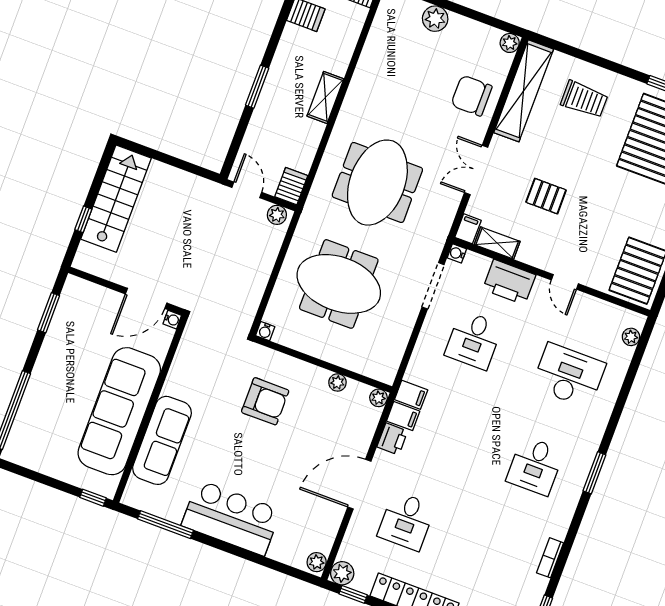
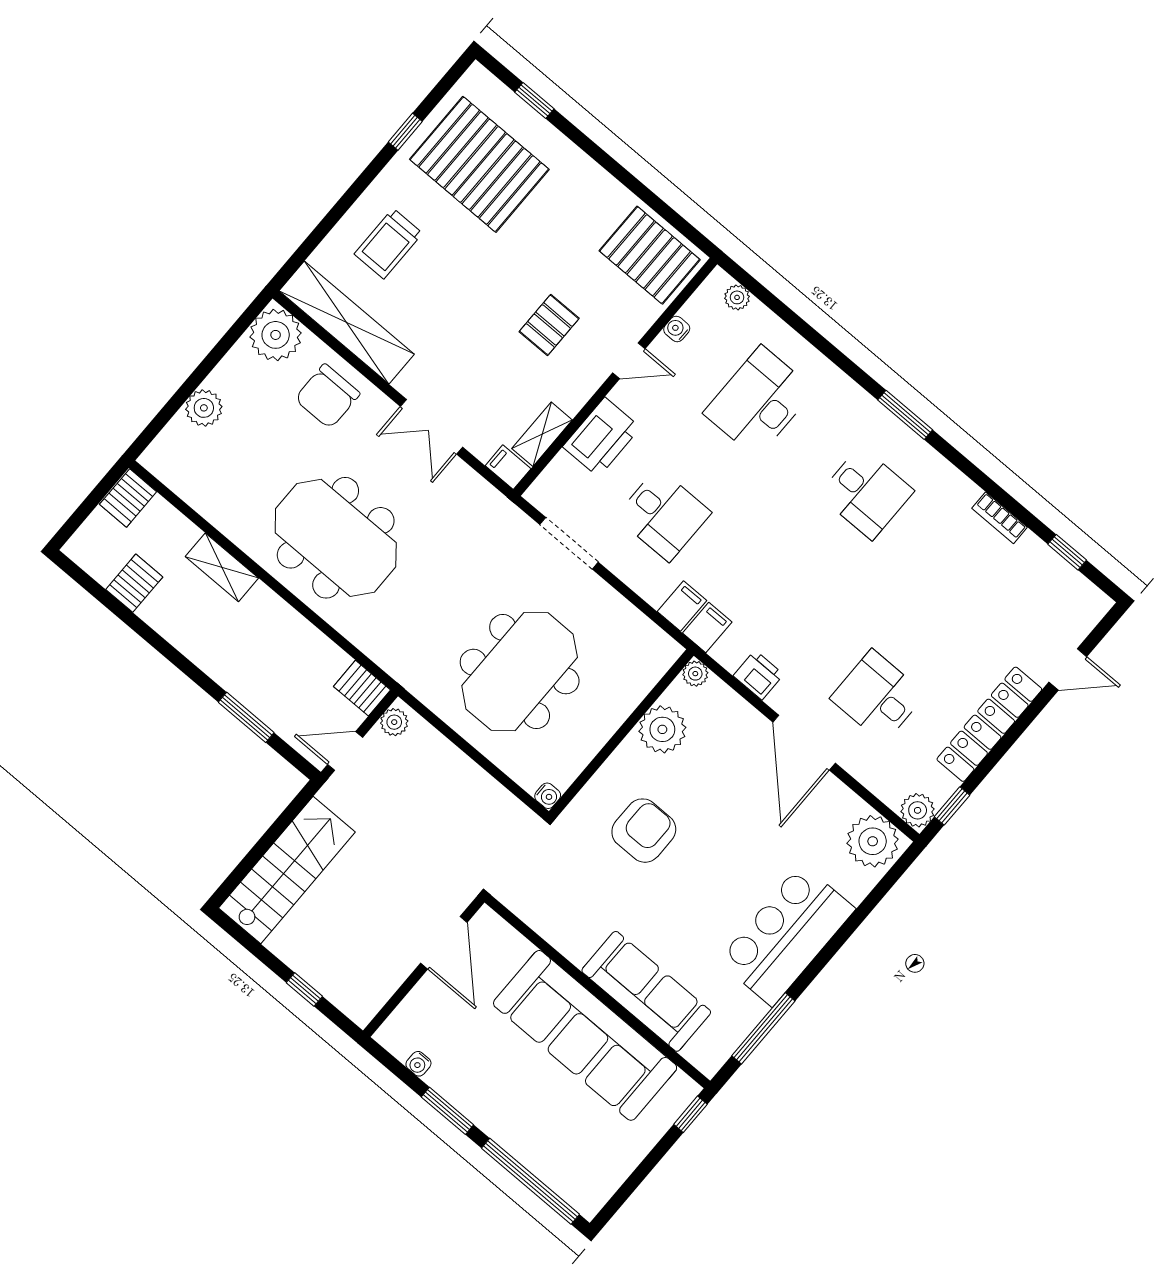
plant: (510, 43) -> (276, 335), width x1.87, depth x1.87
window: (257, 87) -> (246, 717), moved
shelving: (325, 97) -> (222, 567), moved
trolley: (584, 99) -> (388, 244), turned 180
meeting table: (377, 183) -> (336, 538), moved
pallet: (546, 196) -> (549, 325), moved
stairs: (116, 199) -> (287, 870), moved, turned 90
water cooler: (457, 253) -> (677, 329), moved, turned 90
window: (49, 313) -> (447, 1111), moved
water cooler: (172, 320) -> (418, 1064), moved, turned 180
plant: (337, 382) -> (662, 729), width x1.88, depth x1.88
filing cabinet: (403, 416) -> (682, 606), moved
desk: (406, 521) -> (878, 696), turned 180
plant: (317, 562) -> (873, 841), width x1.88, depth x1.88

